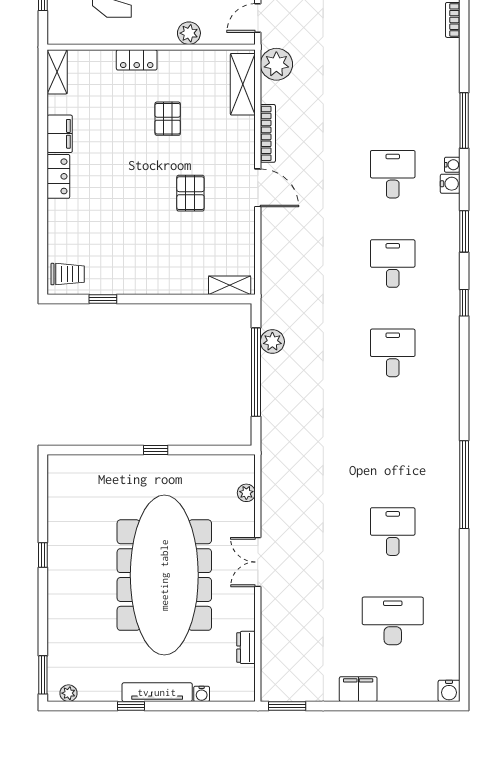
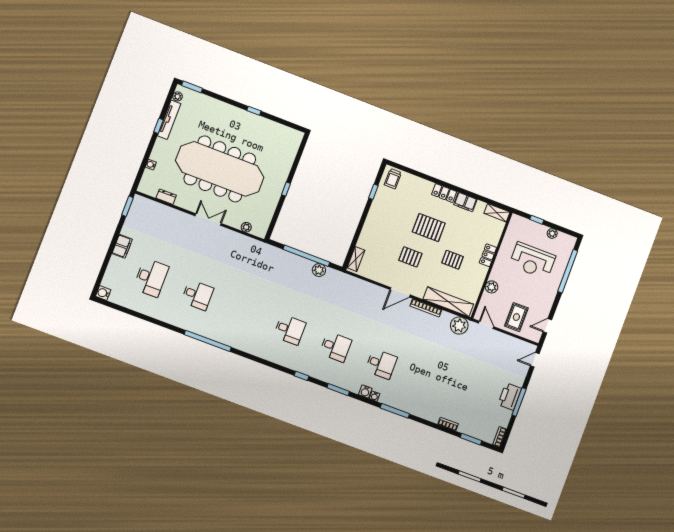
shelving: (243, 84) -> (448, 302), width x1.47
pallet: (128, 181) -> (429, 228), added
tv unit: (157, 692) -> (169, 120), moved

